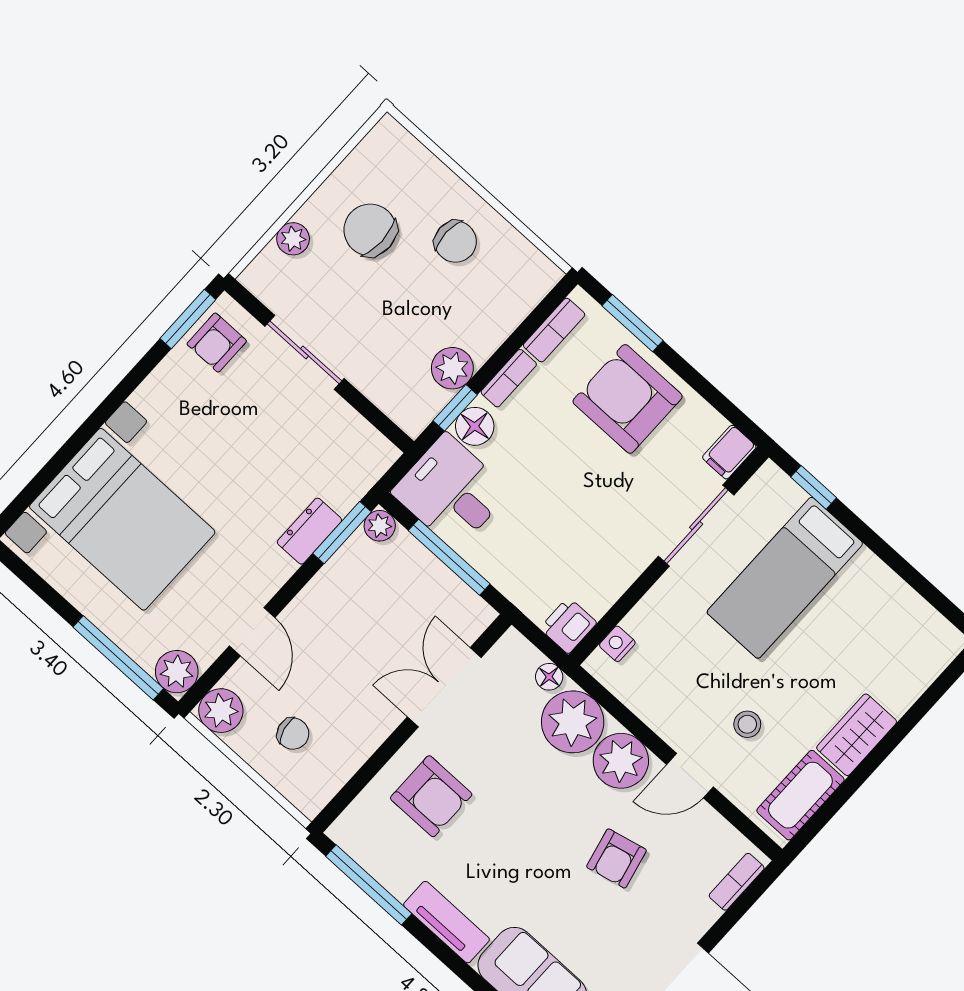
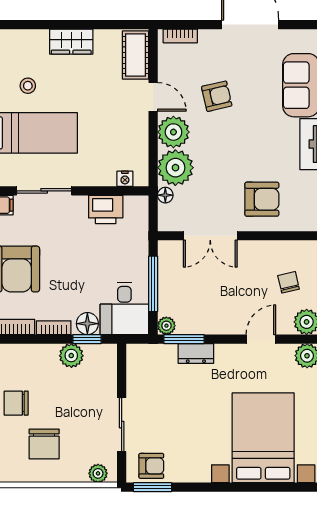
plant: (293, 239) -> (98, 473), moved
chair: (455, 242) -> (16, 403), turned -90
printer: (568, 625) -> (106, 209), moved, width x1.36, depth x1.24
stool: (747, 724) -> (28, 86), moved
cot: (800, 795) -> (135, 55), moved, turned 90
armchair: (431, 796) -> (262, 199), turned 90

